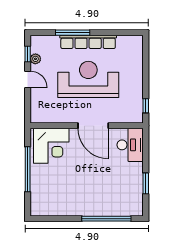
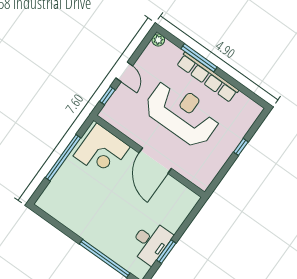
window: (28, 54) -> (107, 96), moved
plant: (35, 59) -> (158, 40), moved
window: (146, 106) -> (241, 147), moved
desk: (130, 145) -> (150, 242), moved

